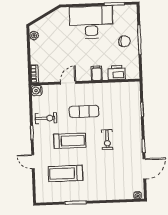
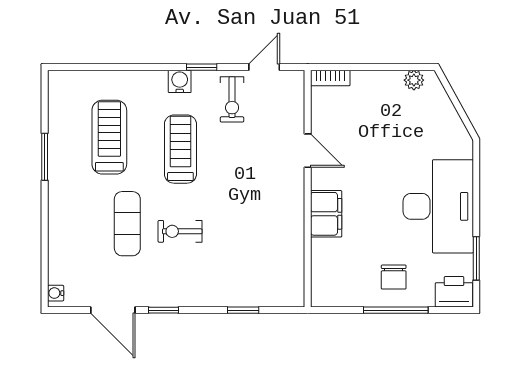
filing cabinet: (97, 73) -> (326, 214), width x2.00
printer: (117, 73) -> (454, 292), moved, turned -90
water cooler: (37, 91) -> (180, 81), moved
exercise mat: (84, 111) -> (127, 224), moved
treadmill: (70, 141) -> (180, 149), turned 180
door: (33, 162) -> (264, 67), moved

